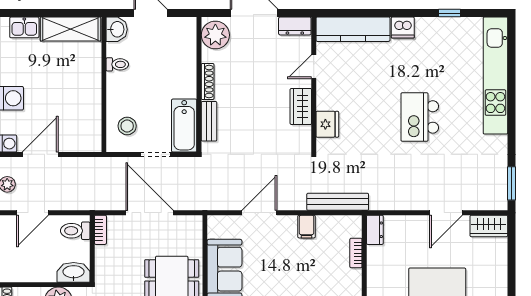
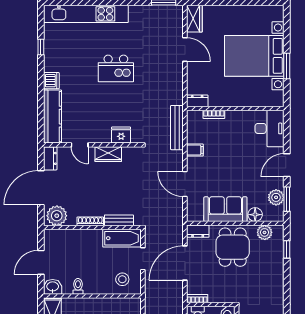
dresser: (194, 231) -> (198, 231), added

